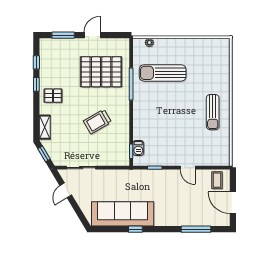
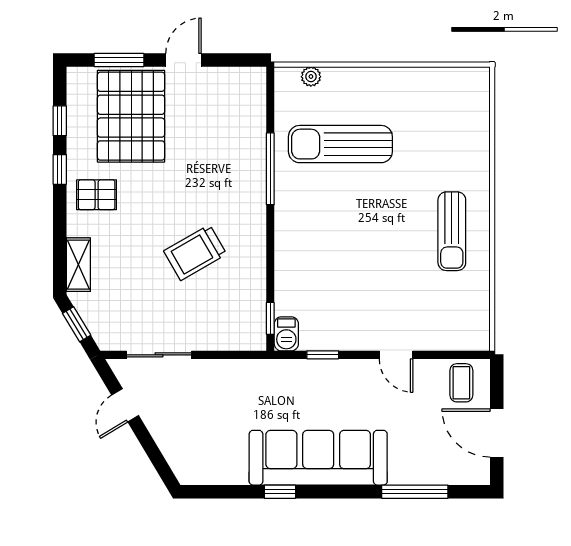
pallet: (101, 72) -> (131, 116), moved, turned 90
barbecue: (138, 148) -> (286, 334), moved
sofa: (123, 214) -> (318, 458), moved

